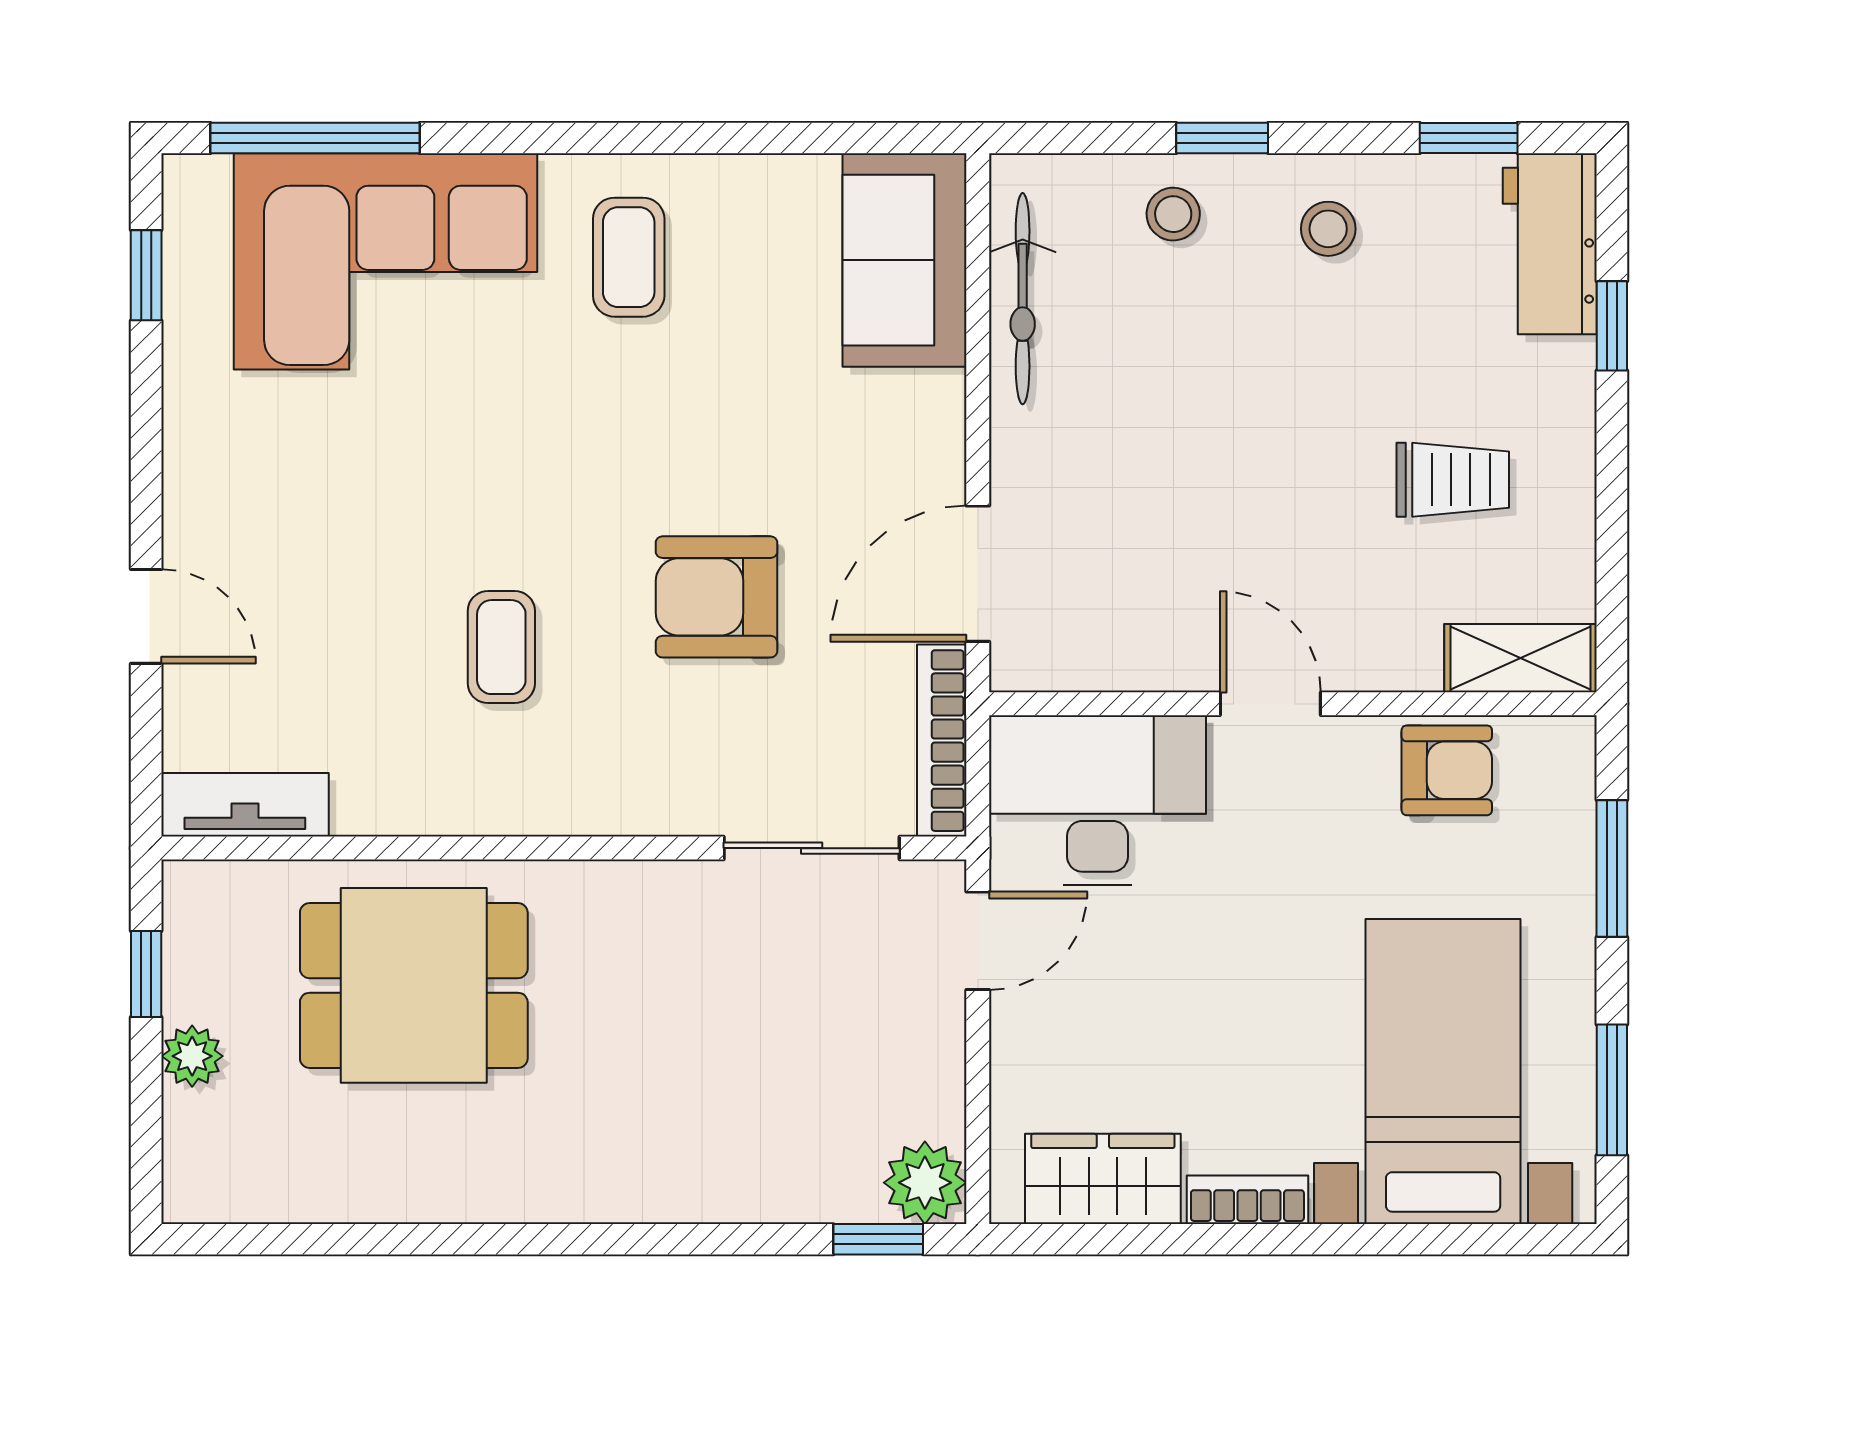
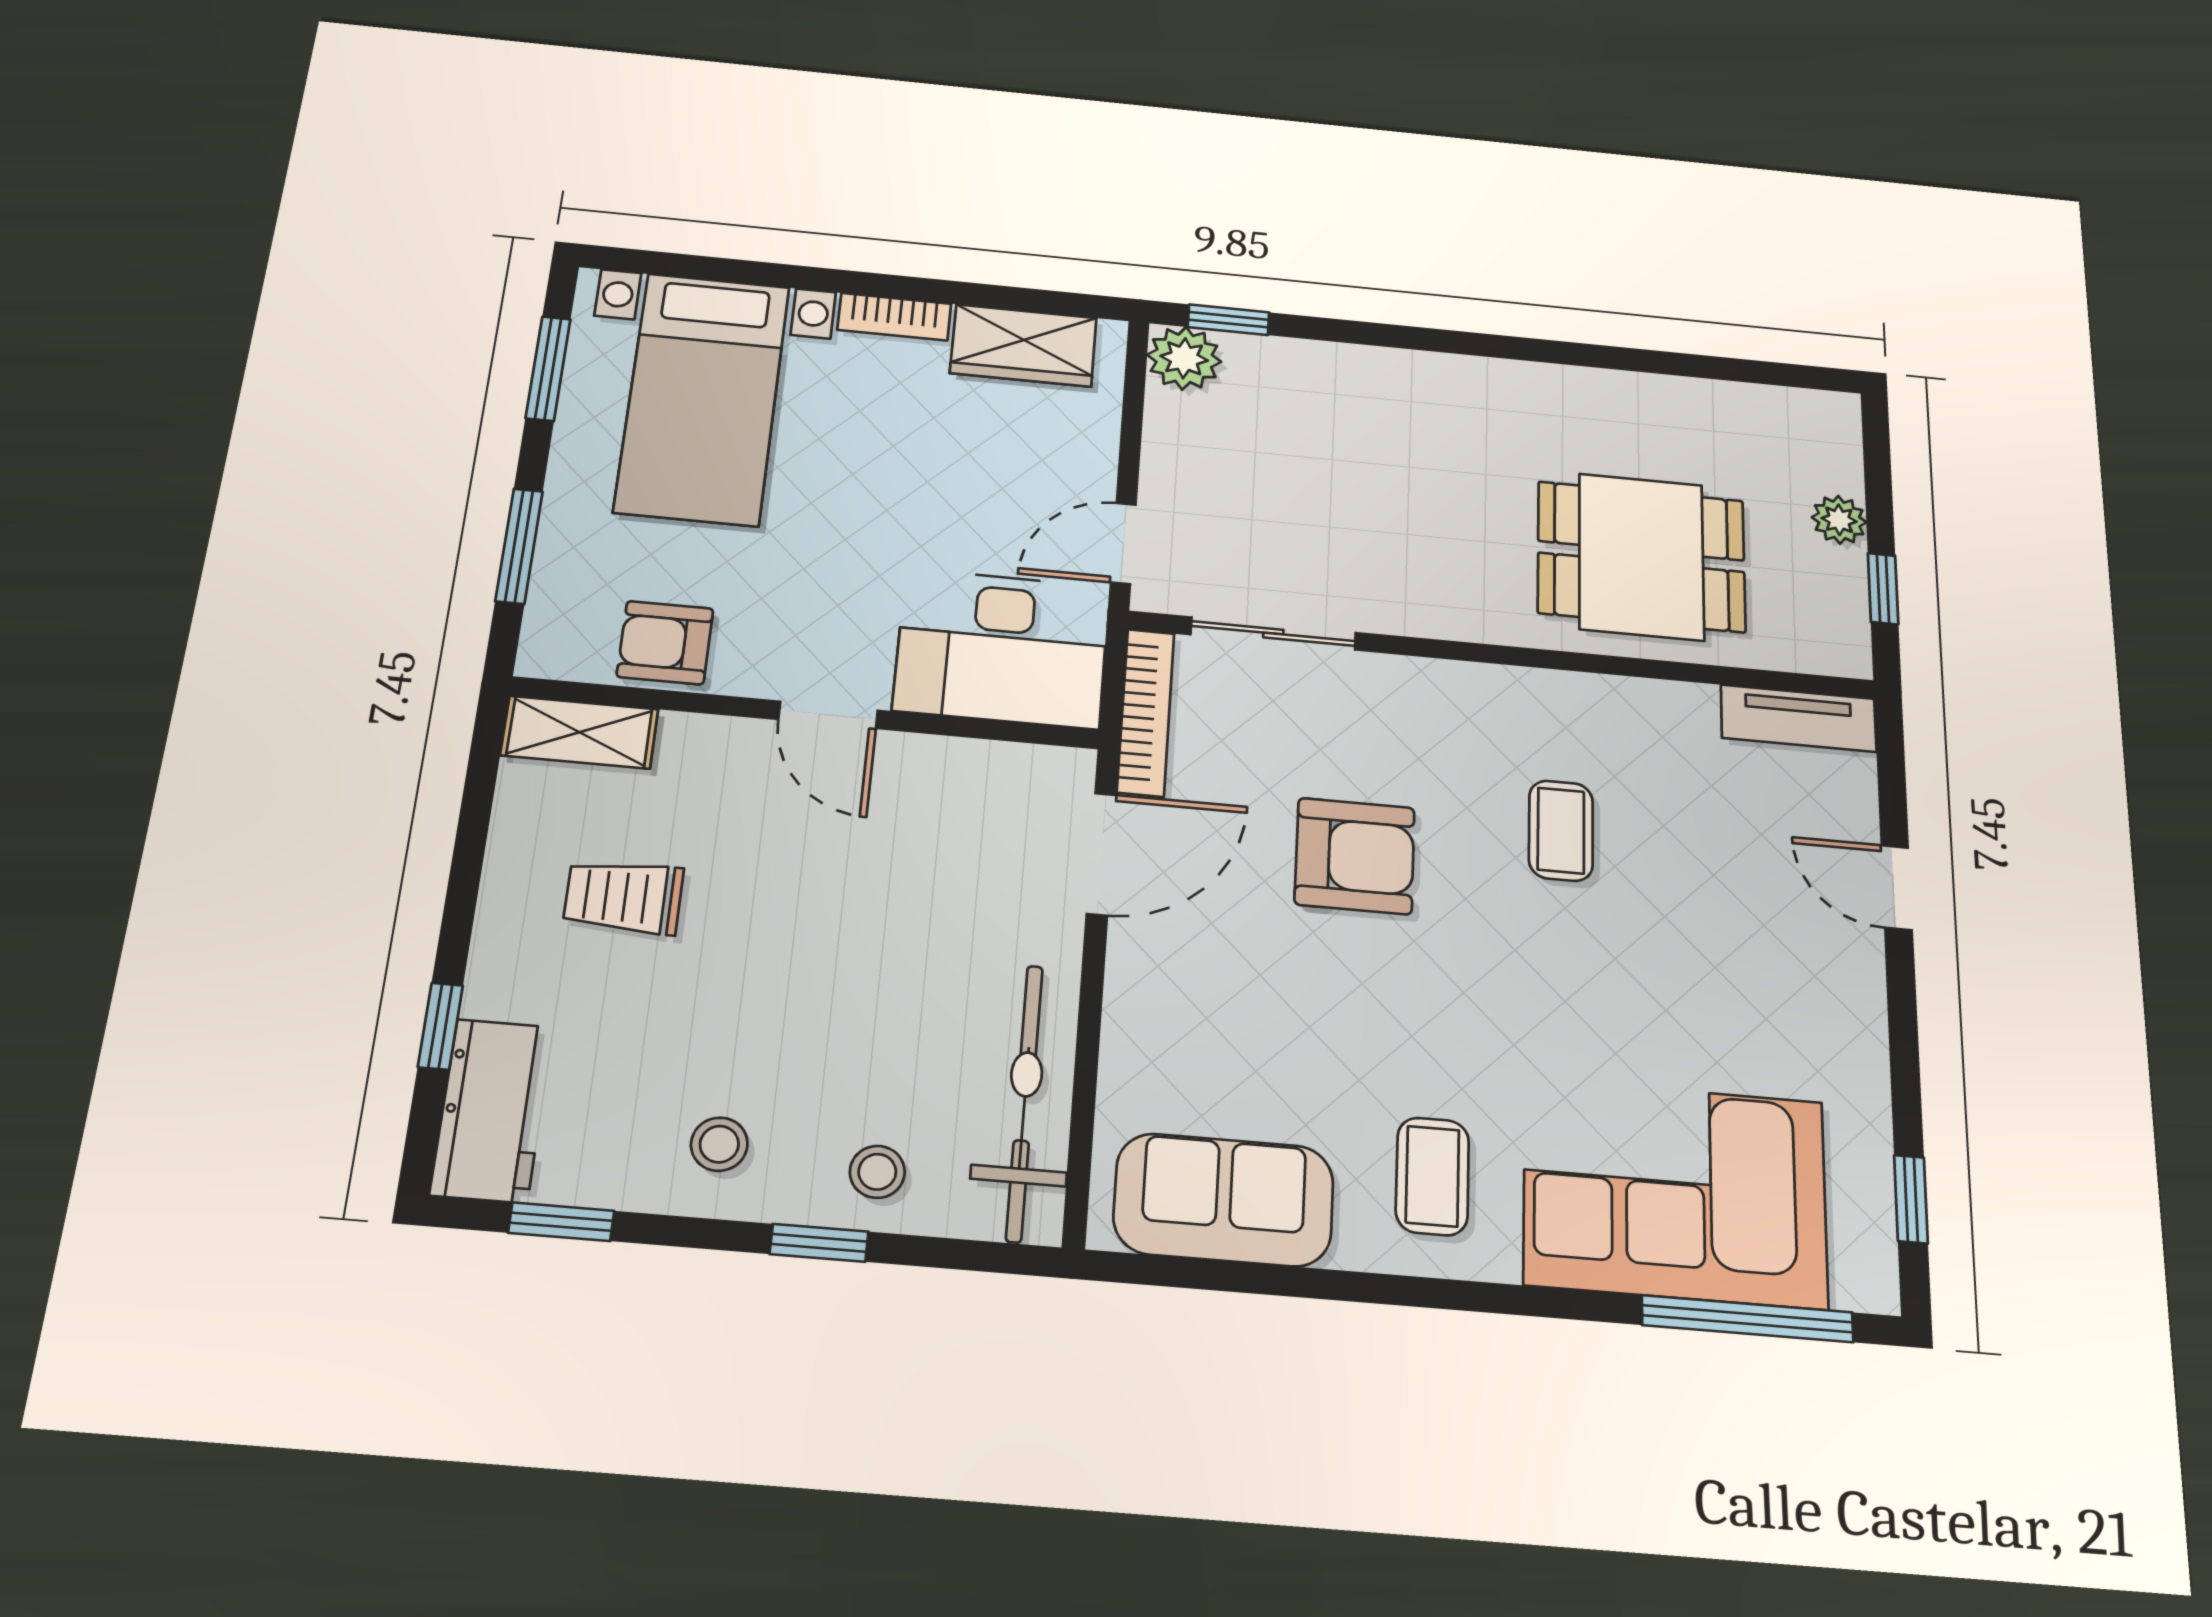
sofa: (905, 260) -> (1224, 1200), moved, turned -90
bicycle: (1023, 299) -> (1024, 1102), width x1.37, depth x1.40

